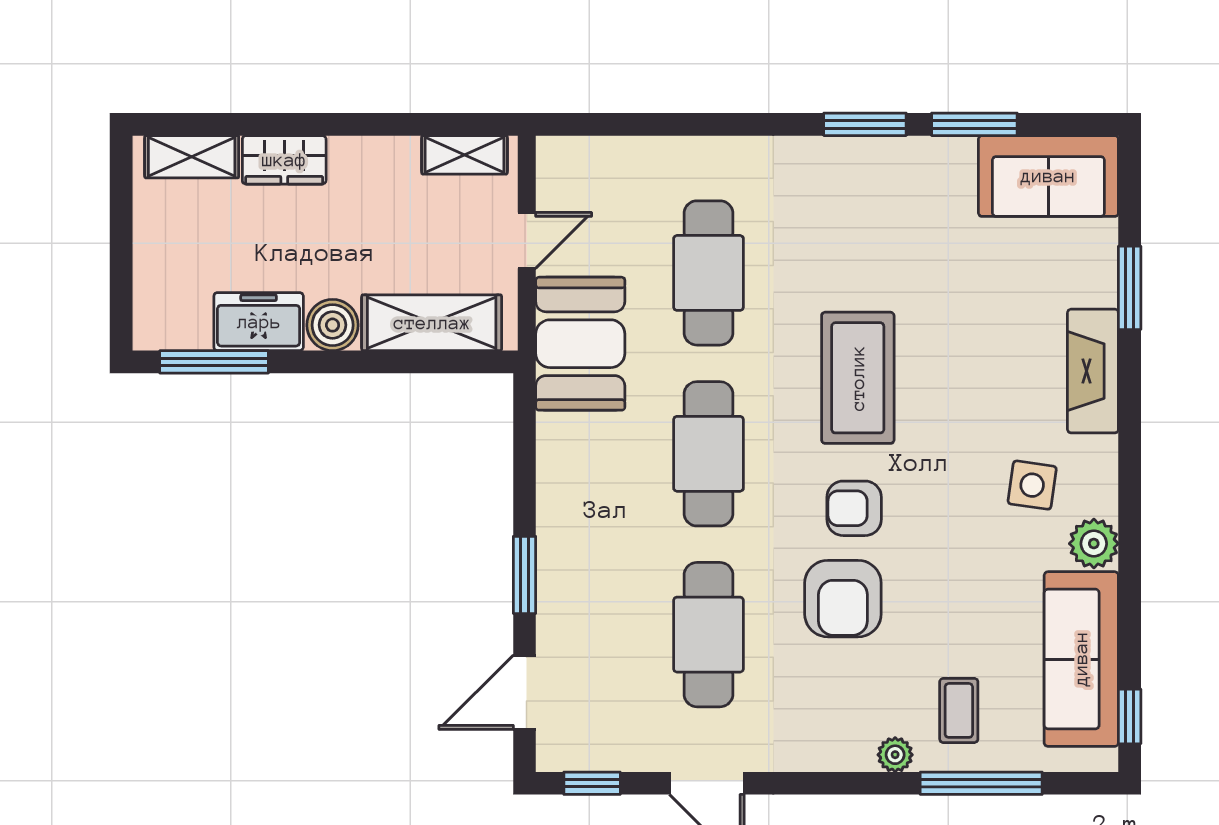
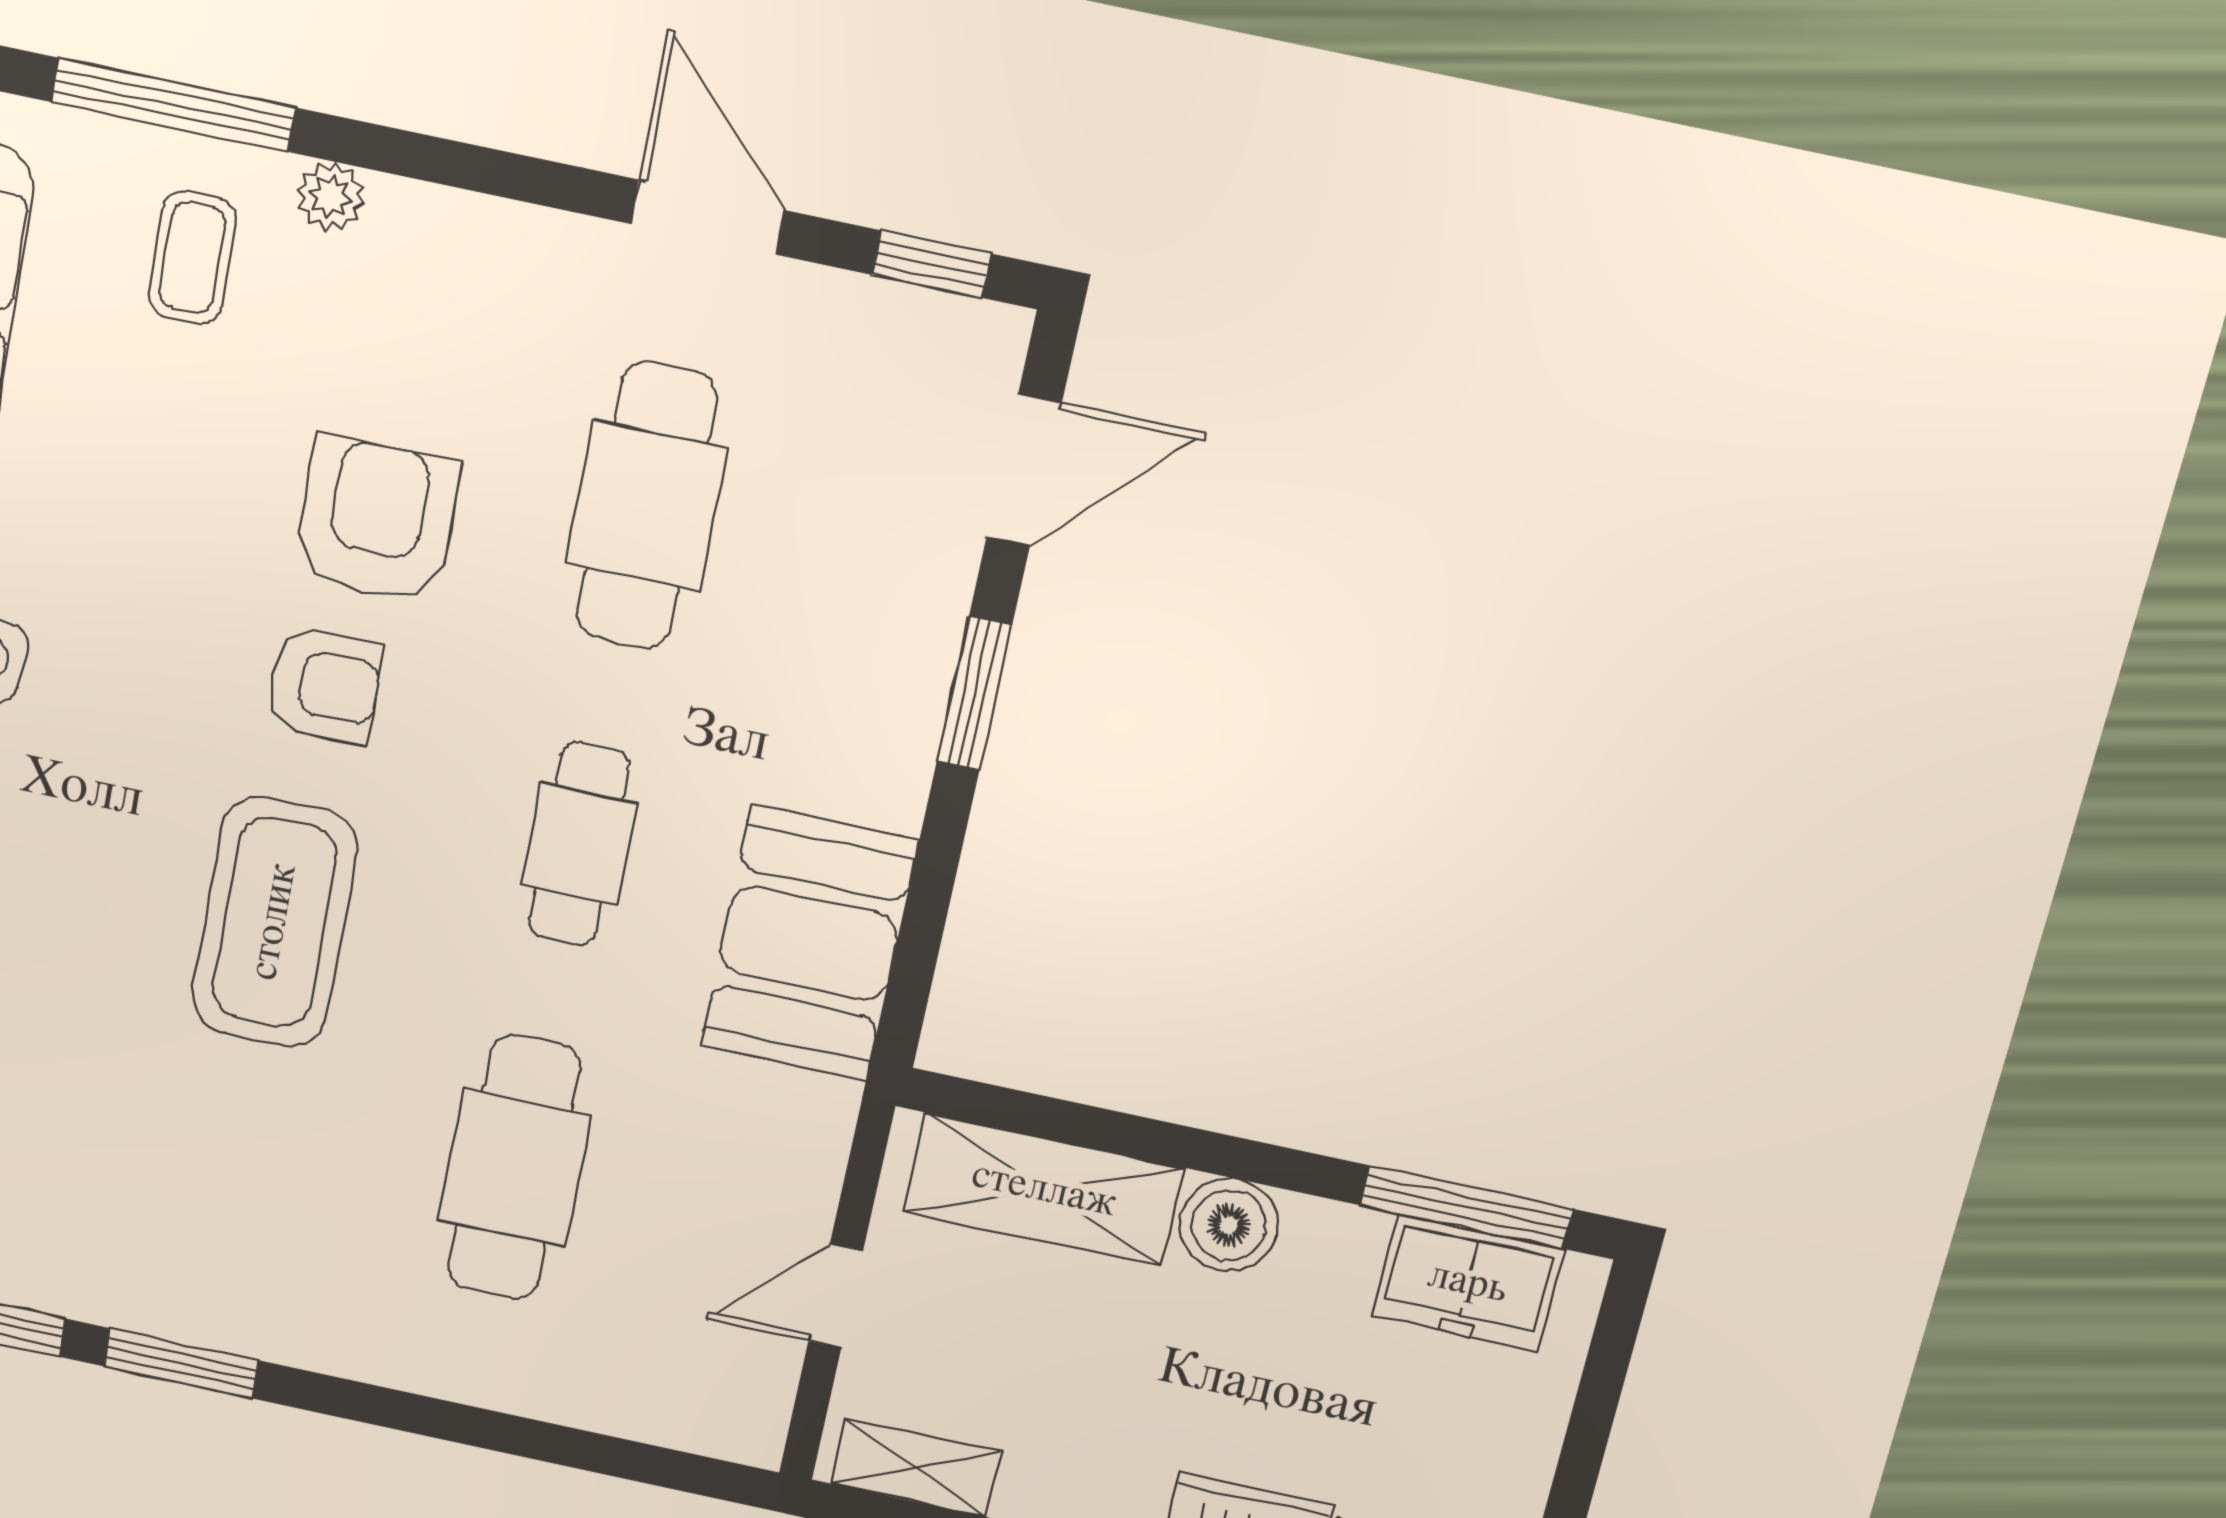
freezer: (259, 322) -> (1468, 1283), moved
booth: (580, 344) -> (809, 944), moved
cafe table: (708, 454) -> (579, 844), width x0.73, depth x0.74

